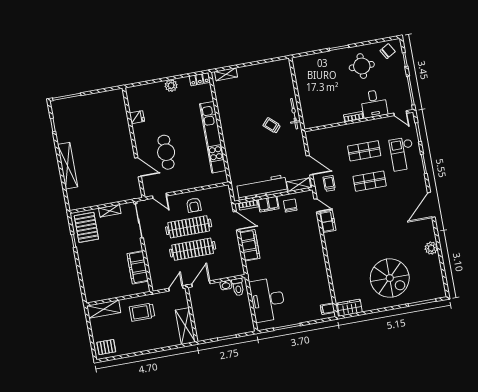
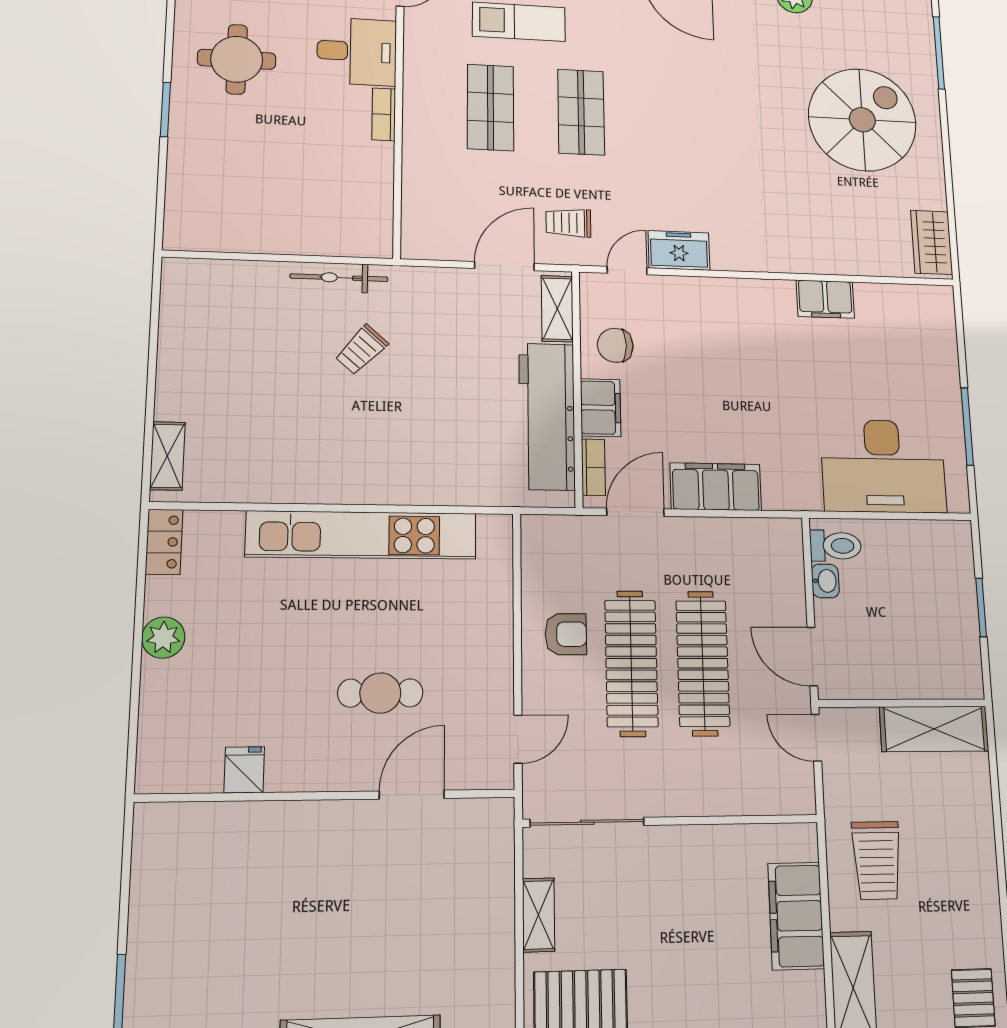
cafe table: (166, 152) -> (380, 693), width x0.73, depth x0.74
filing cabinet: (138, 267) -> (796, 916), moved, turned 90
filing cabinet: (328, 309) -> (825, 299), moved, width x2.00

